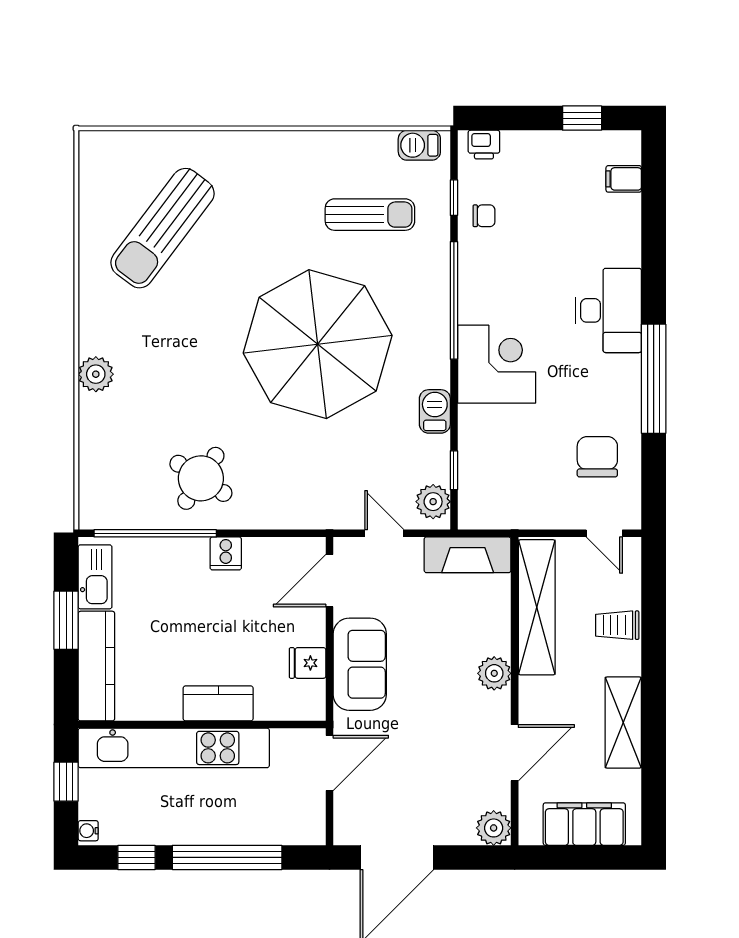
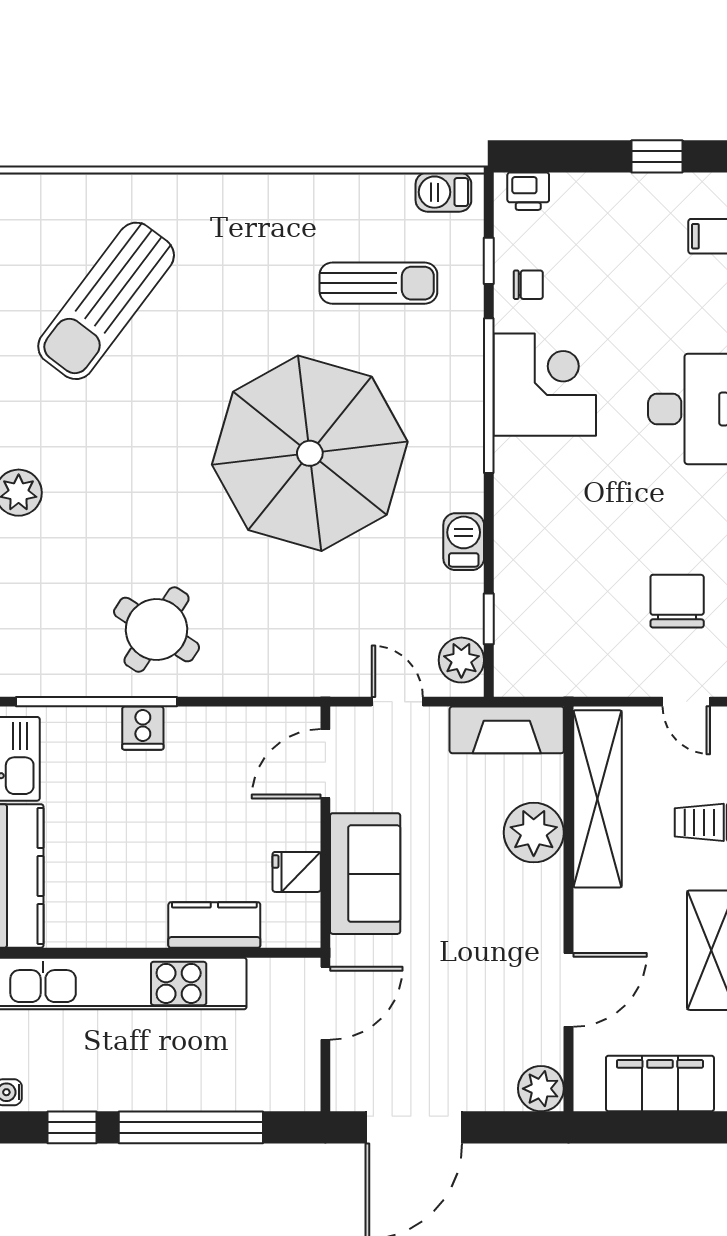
corner desk: (497, 364) -> (545, 385), moved
cooker: (226, 553) -> (143, 728), moved
plant: (494, 673) -> (534, 833), moved, width x1.36, depth x1.36
kitchen counter: (218, 703) -> (214, 925), moved

